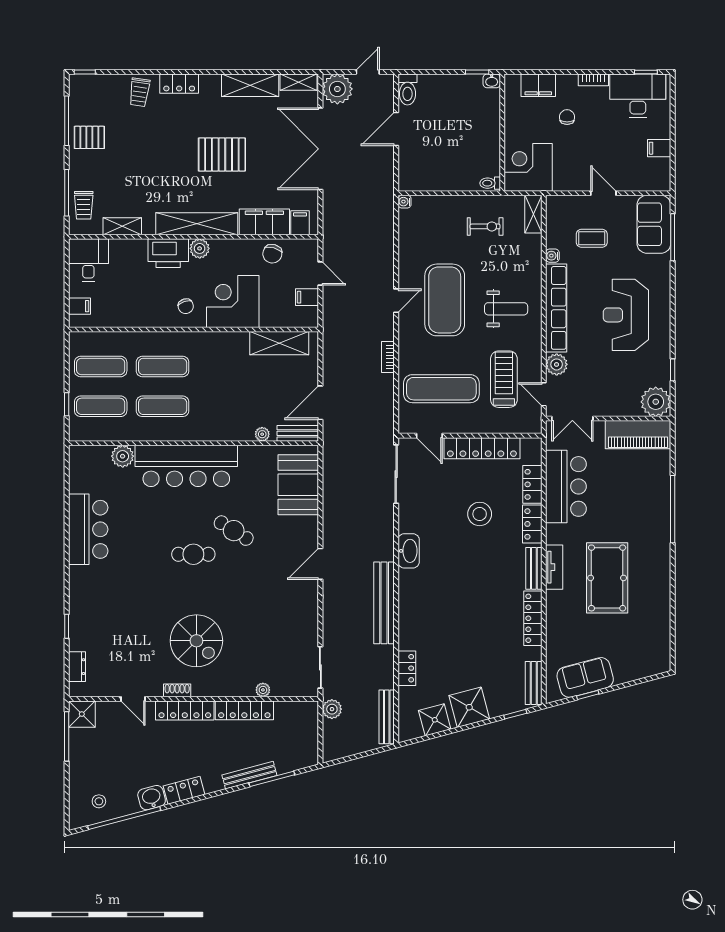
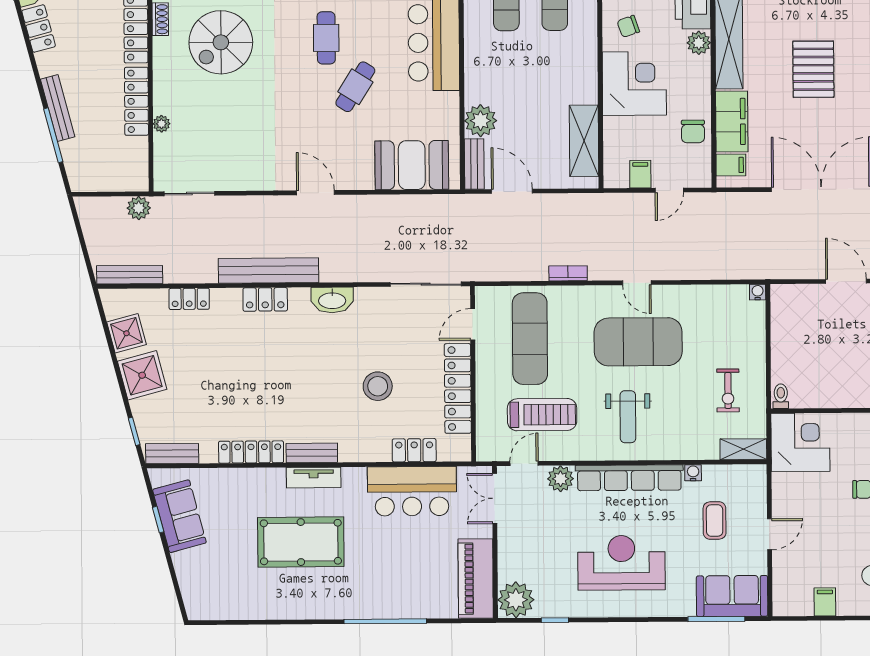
chair: (272, 254) -> (693, 131), turned -106
plant: (262, 434) -> (481, 121), width x1.88, depth x1.88
locker: (532, 524) -> (265, 299), moved, turned 180

